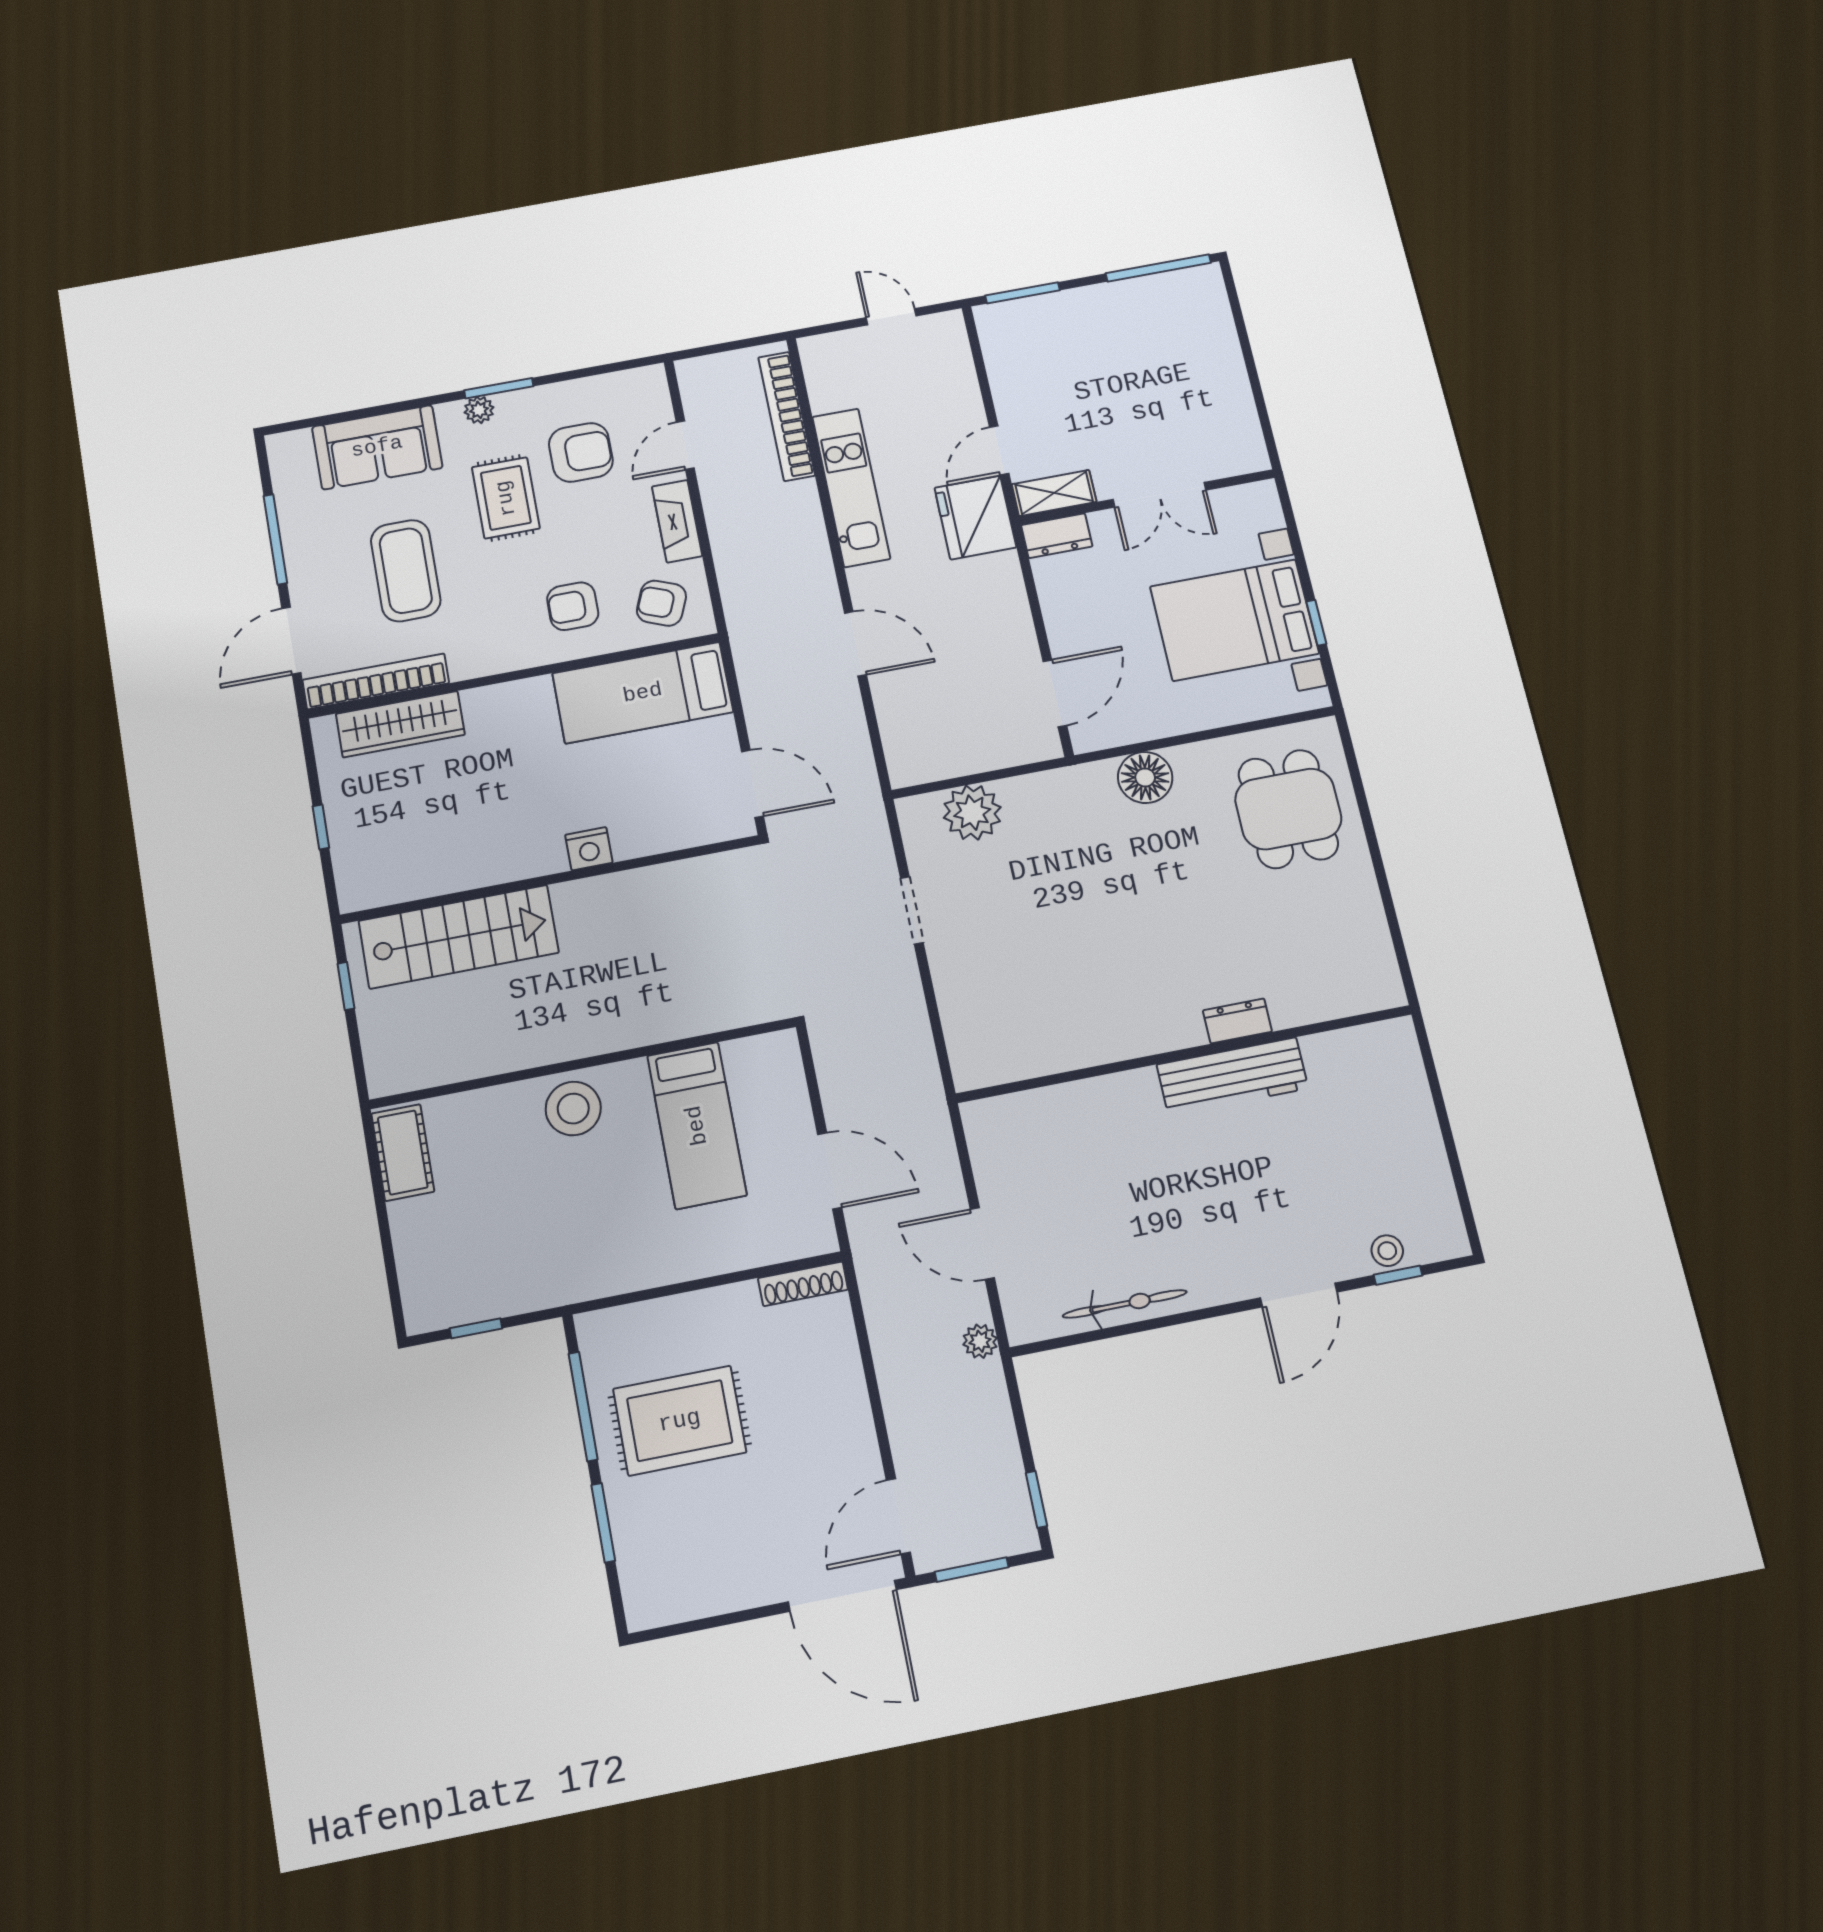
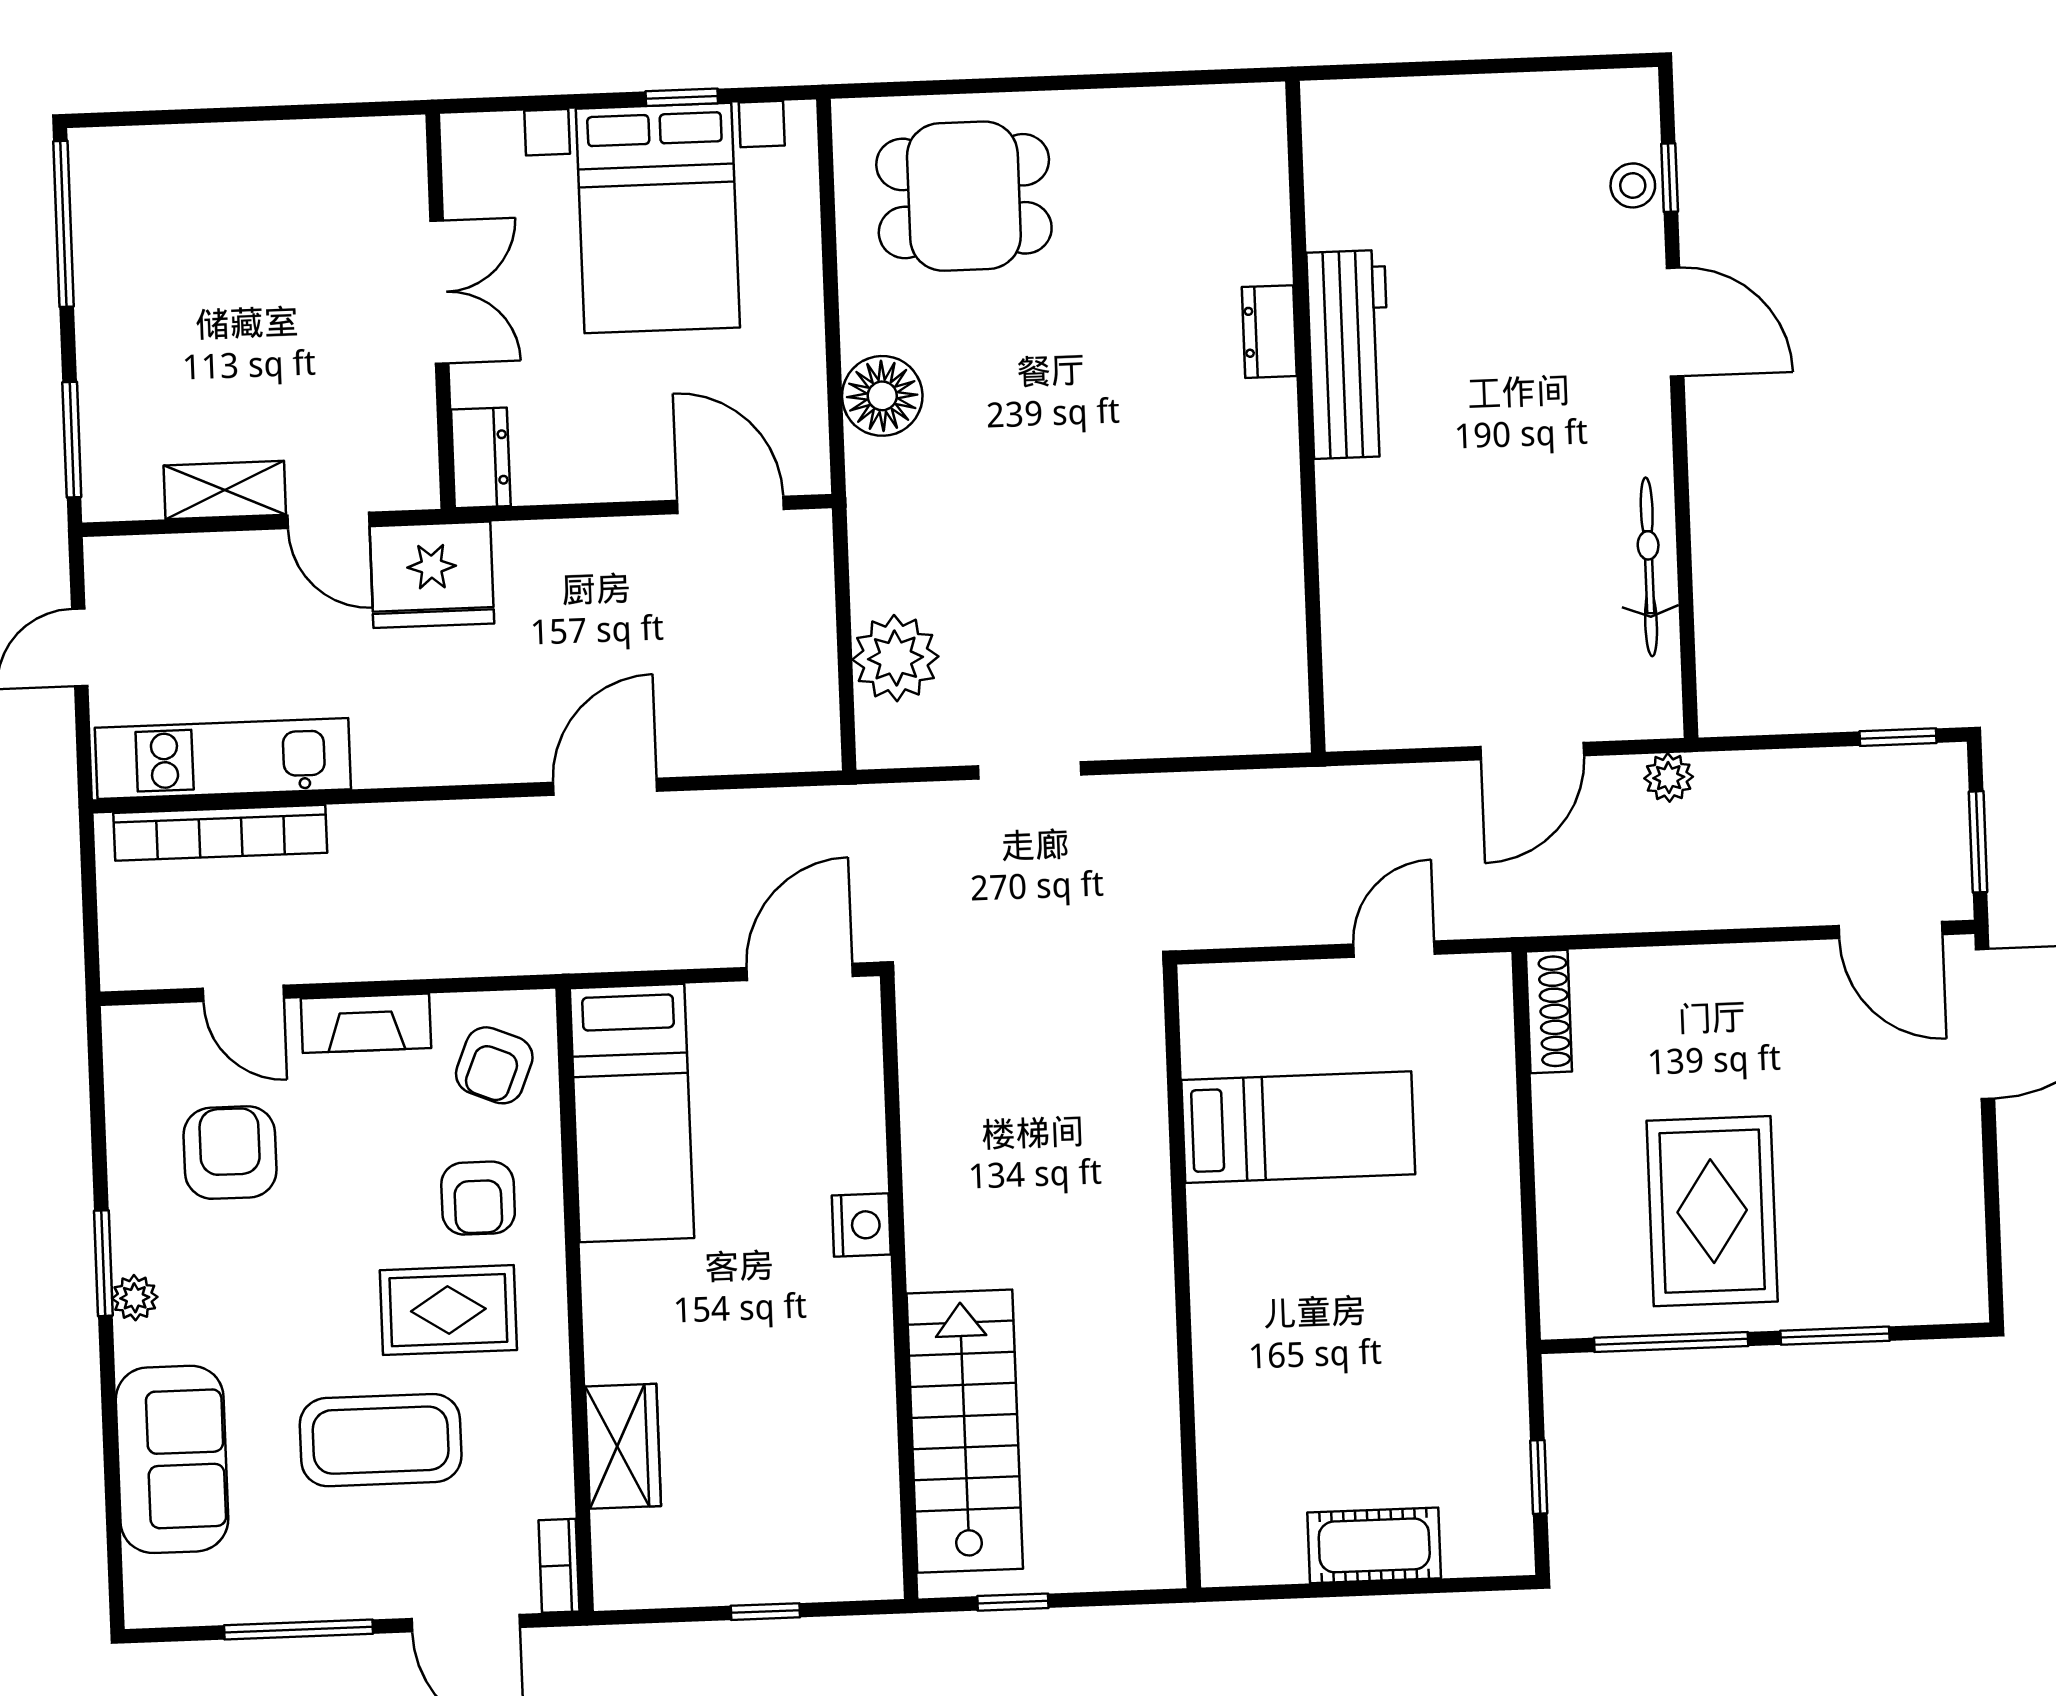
kitchen unit: (851, 487) -> (223, 758), moved
shelving: (1054, 493) -> (225, 490), moved, turned 90
rug: (506, 498) -> (448, 1310), moved
bookcase: (376, 681) -> (559, 1566), width x0.43, depth x0.76
wardrobe: (400, 724) -> (623, 1446), width x0.67
stool: (573, 1109) -> (1246, 1299), removed
cot: (403, 1152) -> (1374, 1545), moved
door: (830, 1171) -> (1394, 949), width x0.73

